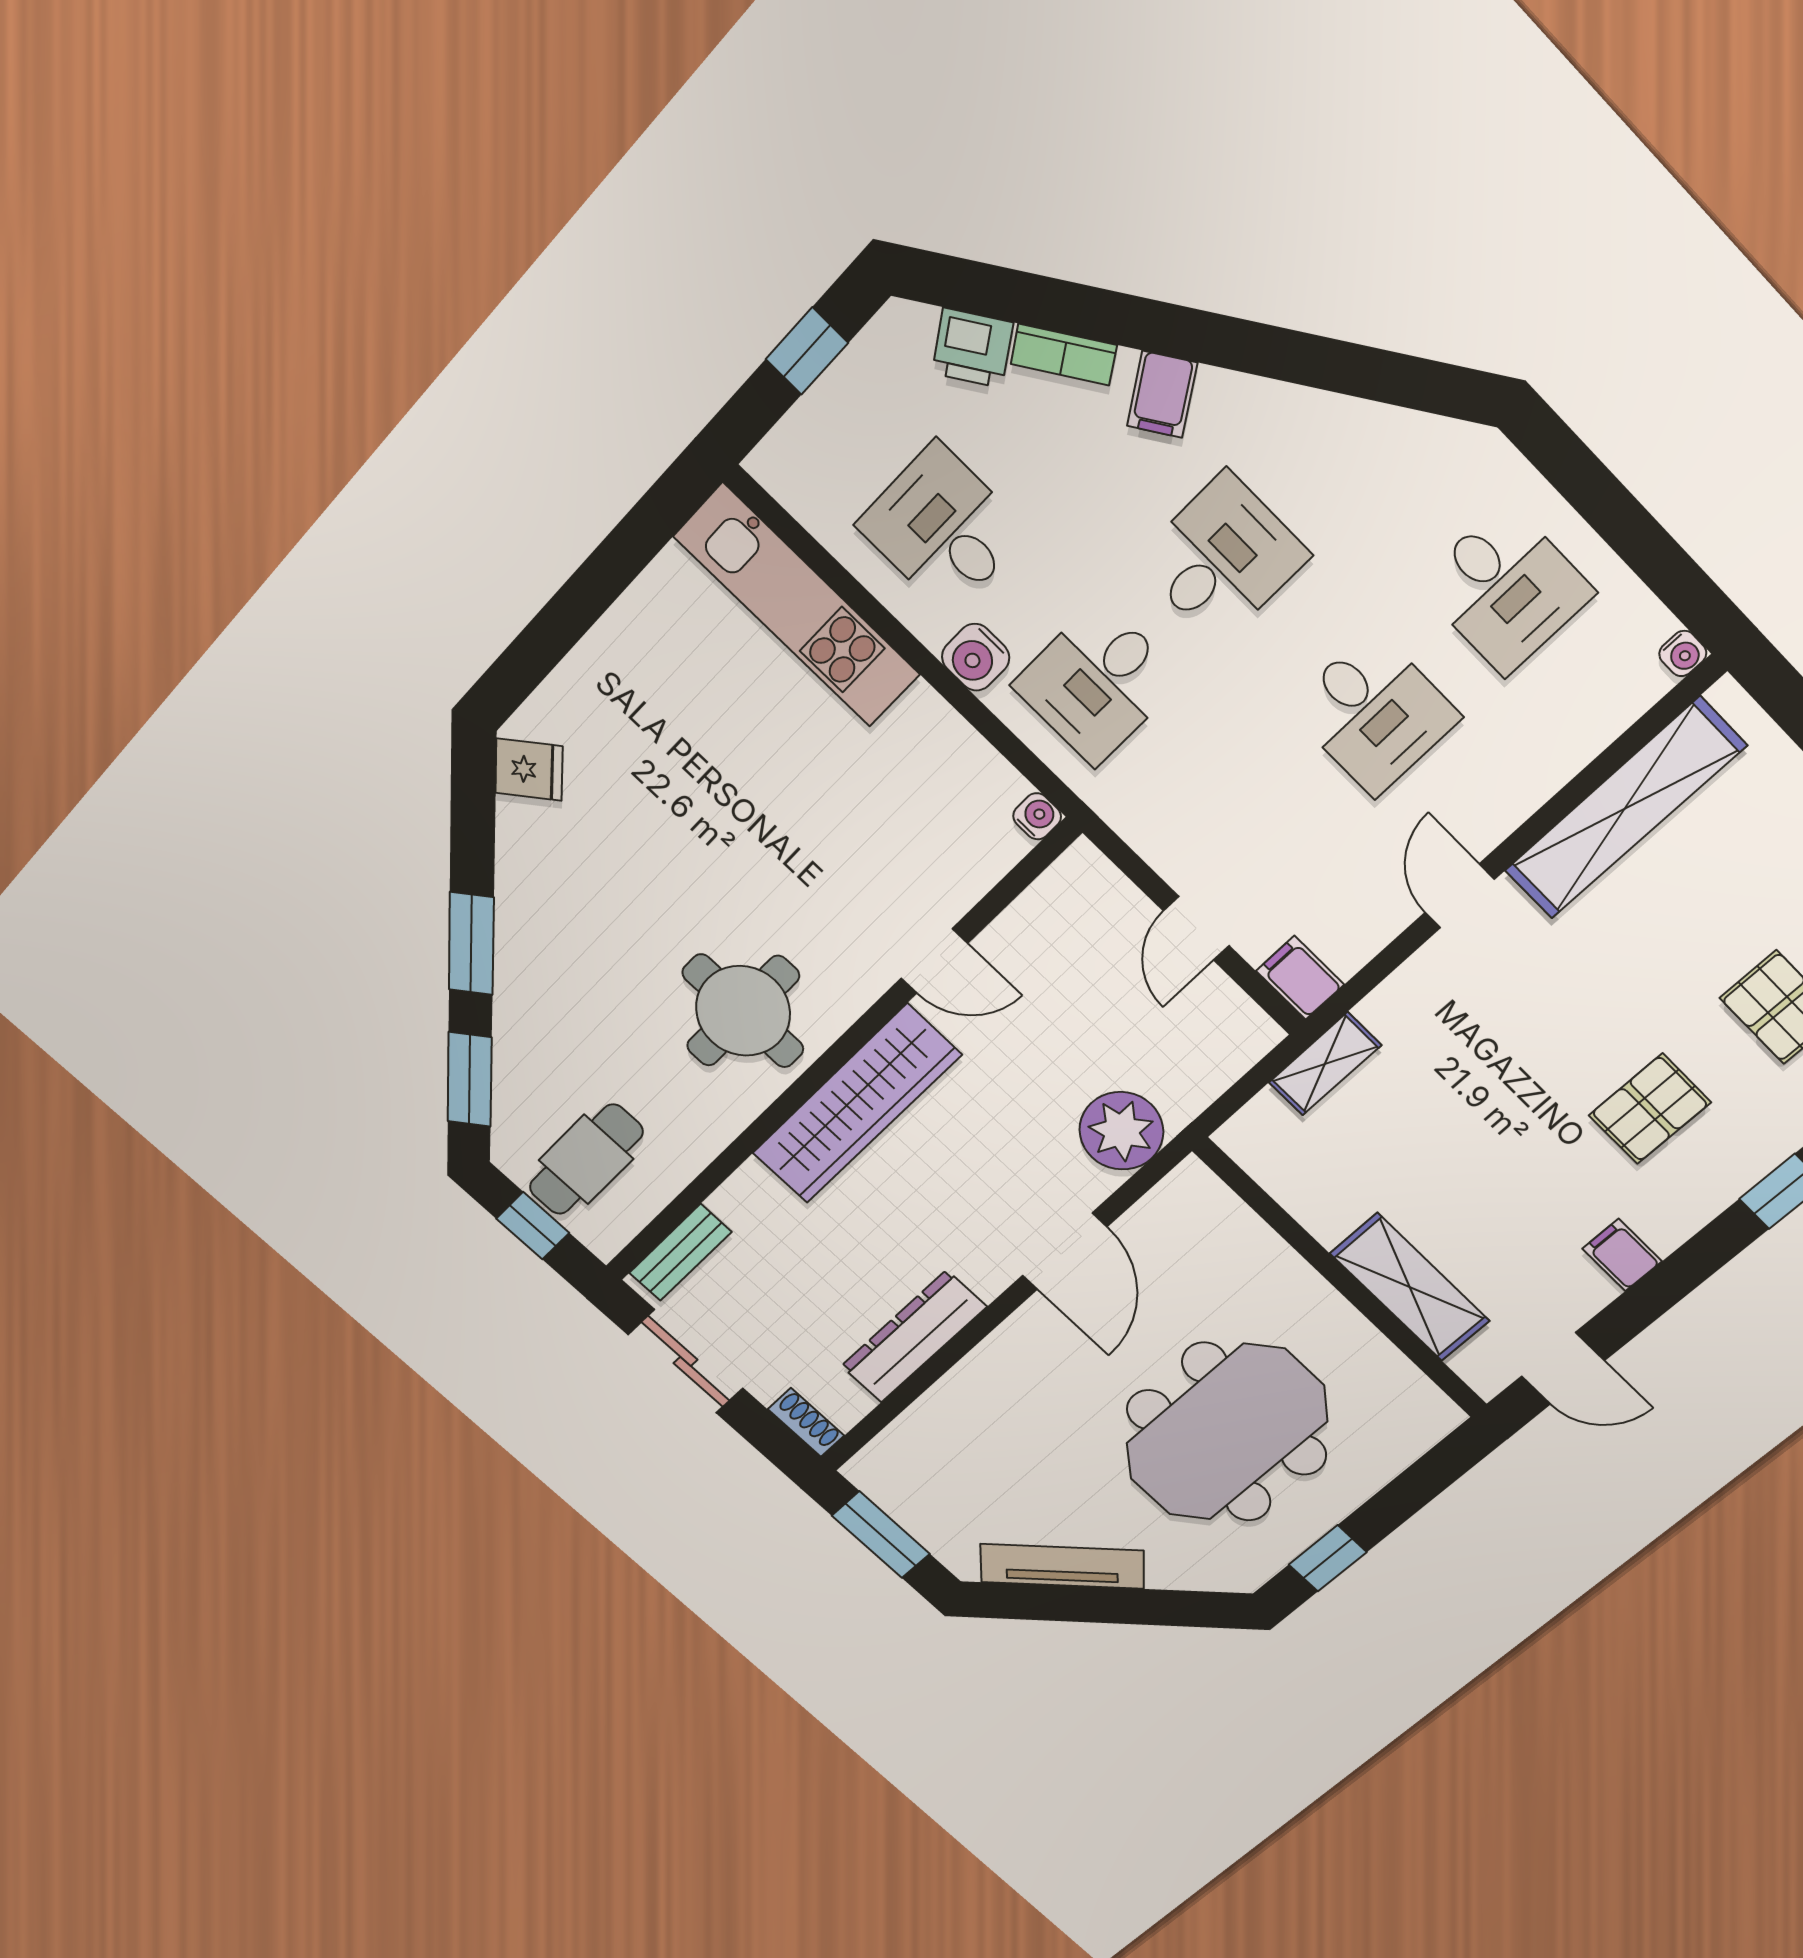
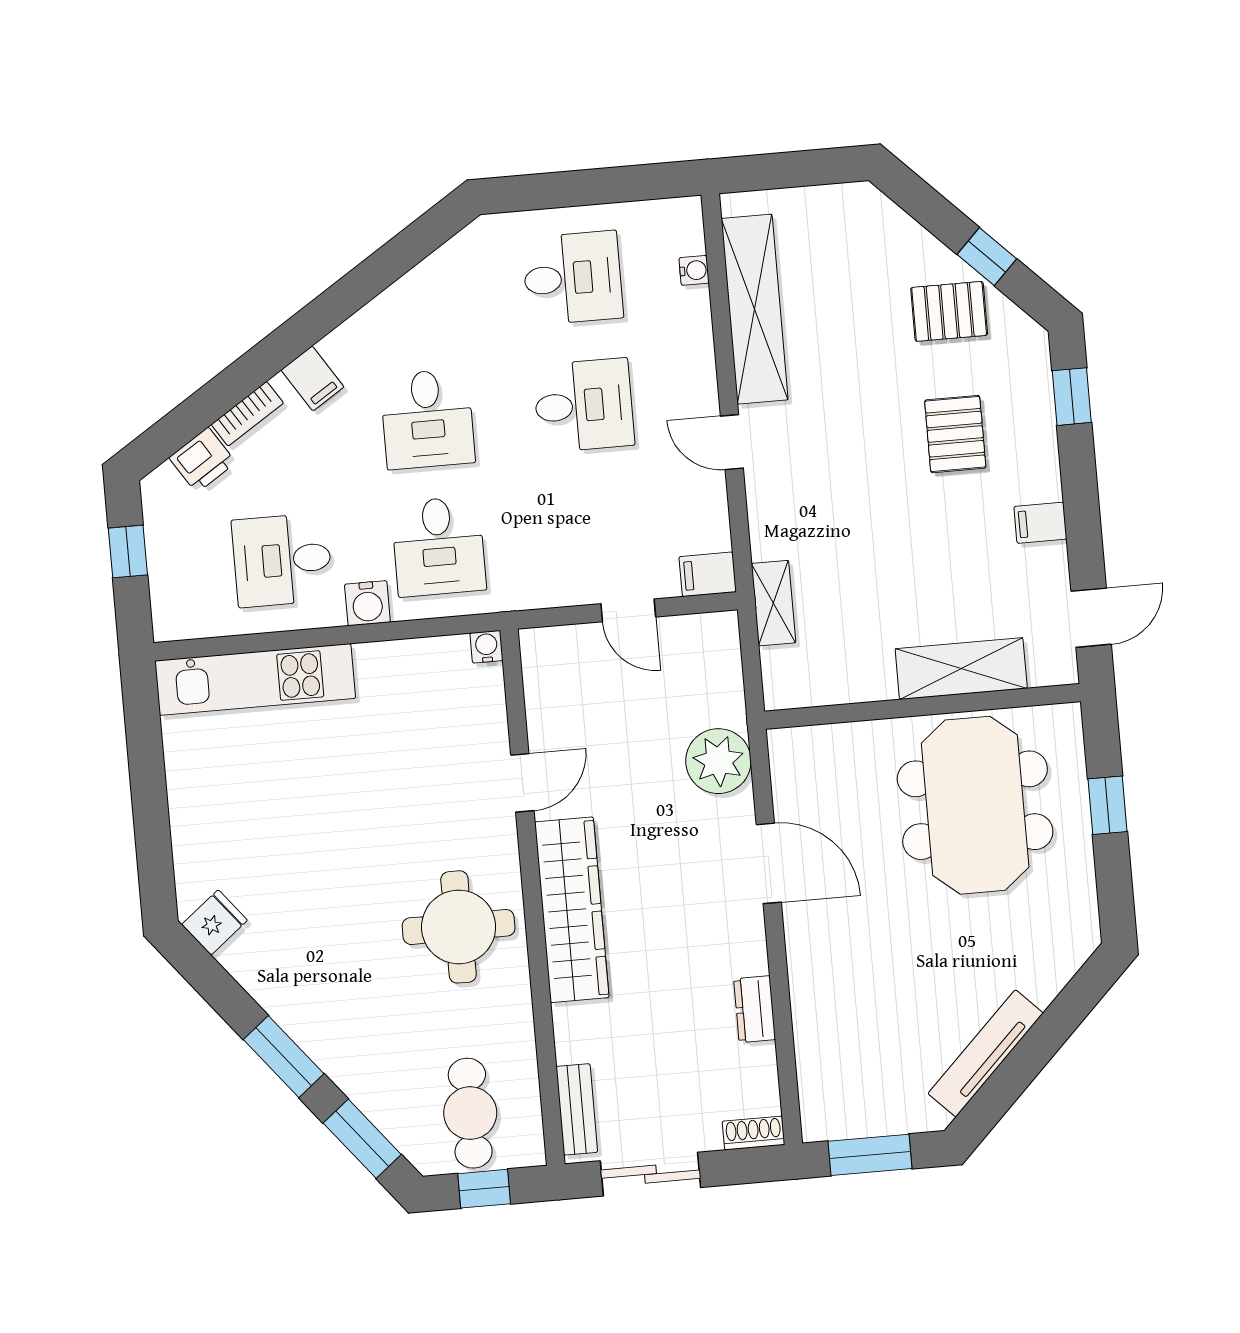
desk: (1222, 558) -> (427, 419), turned 180
water cooler: (1683, 653) -> (694, 270), moved
dresser: (914, 1337) -> (755, 1009), width x0.51, depth x0.80
meeting table: (1227, 1432) -> (975, 805), moved
window: (1328, 1558) -> (1107, 805), moved

